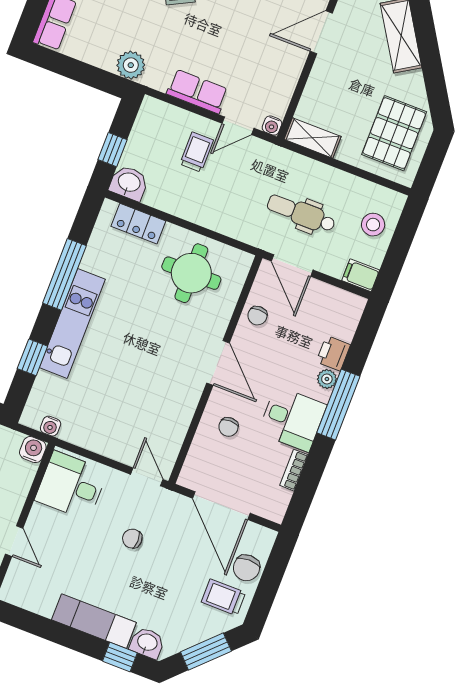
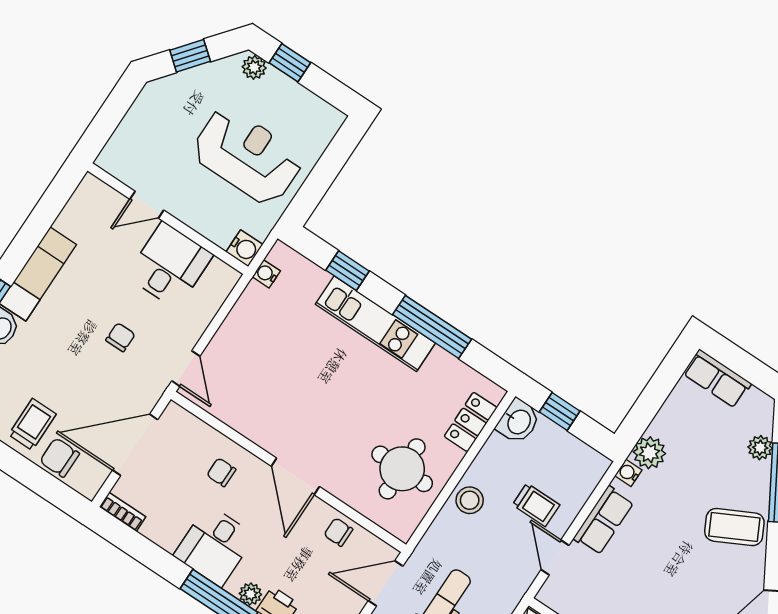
water cooler: (272, 126) -> (628, 473), moved
stool: (205, 210) -> (470, 500), added
door: (218, 363) -> (295, 476), hinge flipped
bookcase: (294, 470) -> (122, 512), moved
door: (147, 477) -> (186, 369), hinge flipped
desk: (71, 486) -> (170, 265), moved

